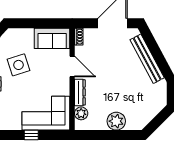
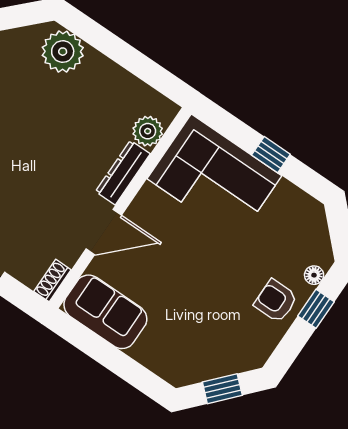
side table: (19, 65) -> (204, 305), removed
door: (72, 66) -> (104, 232), swing flipped
plant: (116, 121) -> (63, 52), moved

